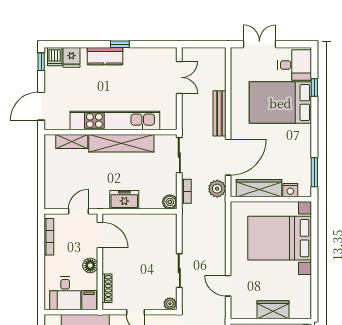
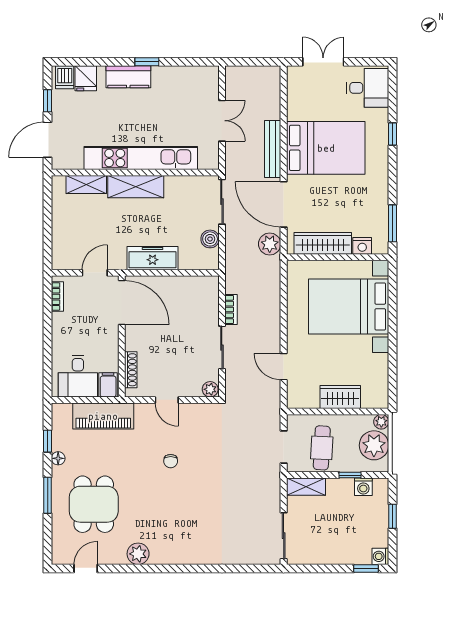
window: (41, 62) -> (48, 101), moved
double door: (179, 77) -> (222, 121), moved
window: (314, 88) -> (392, 134), moved
bed: (280, 103) -> (326, 148), moved, turned 180
shelving: (121, 143) -> (136, 187), width x0.68
door: (228, 157) -> (284, 204), swing flipped
bookcase: (186, 191) -> (231, 309), moved
freezer: (124, 200) -> (153, 258), width x1.40
boiler: (170, 202) -> (210, 239), moved
door: (100, 235) -> (122, 303), width x1.36
bookcase: (49, 237) -> (57, 296), width x0.64
floor lamp: (90, 265) -> (109, 341), removed

